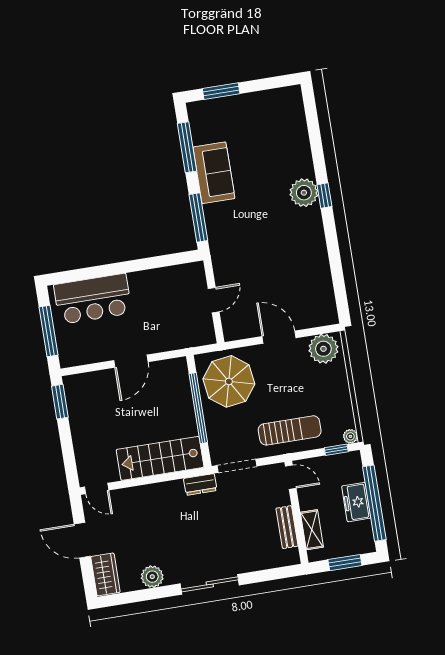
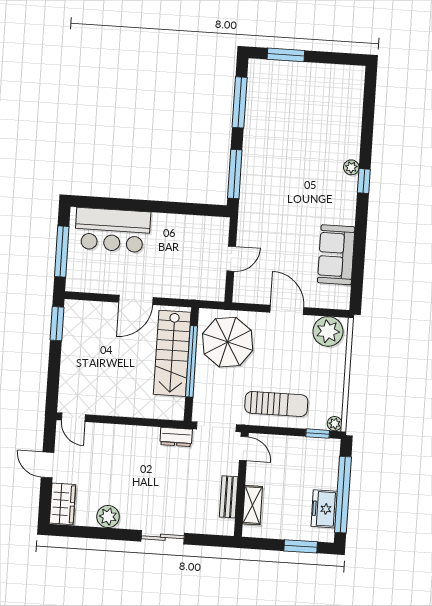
sofa: (214, 173) -> (336, 255), moved, turned 180
plant: (304, 193) -> (351, 167), width x0.53, depth x0.53
stairs: (160, 458) -> (172, 353), moved, turned -90
door: (291, 477) -> (244, 449), moved
freezer: (356, 502) -> (324, 509), moved
wall: (296, 512) -> (241, 485), moved
bench: (287, 527) -> (229, 497), moved
shelving: (312, 530) -> (252, 505), moved
door: (82, 540) -> (48, 465), width x0.73
sliding door: (210, 584) -> (163, 537), width x0.73

